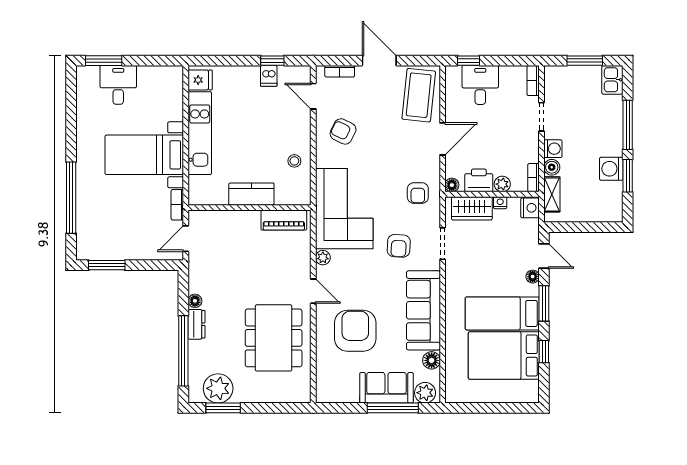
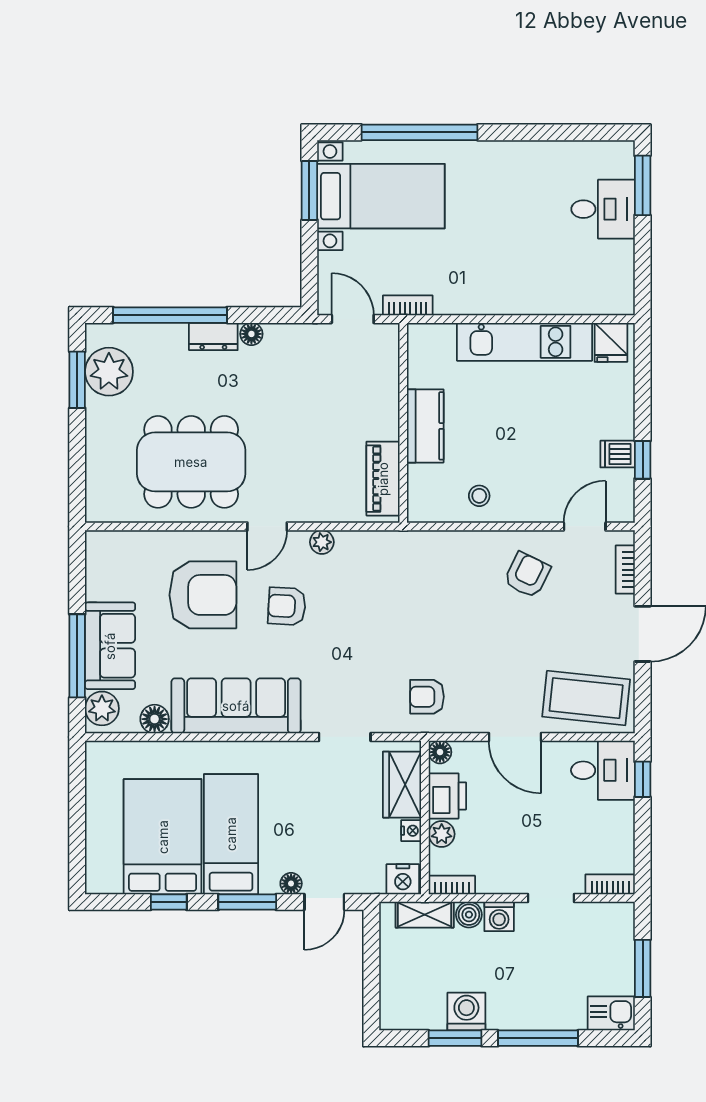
desk: (480, 85) -> (603, 770), moved
bed with nightstands: (144, 155) -> (381, 196), moved, turned 90
corner sofa: (344, 209) -> (402, 577), removed
armchair: (399, 246) -> (287, 606), moved

